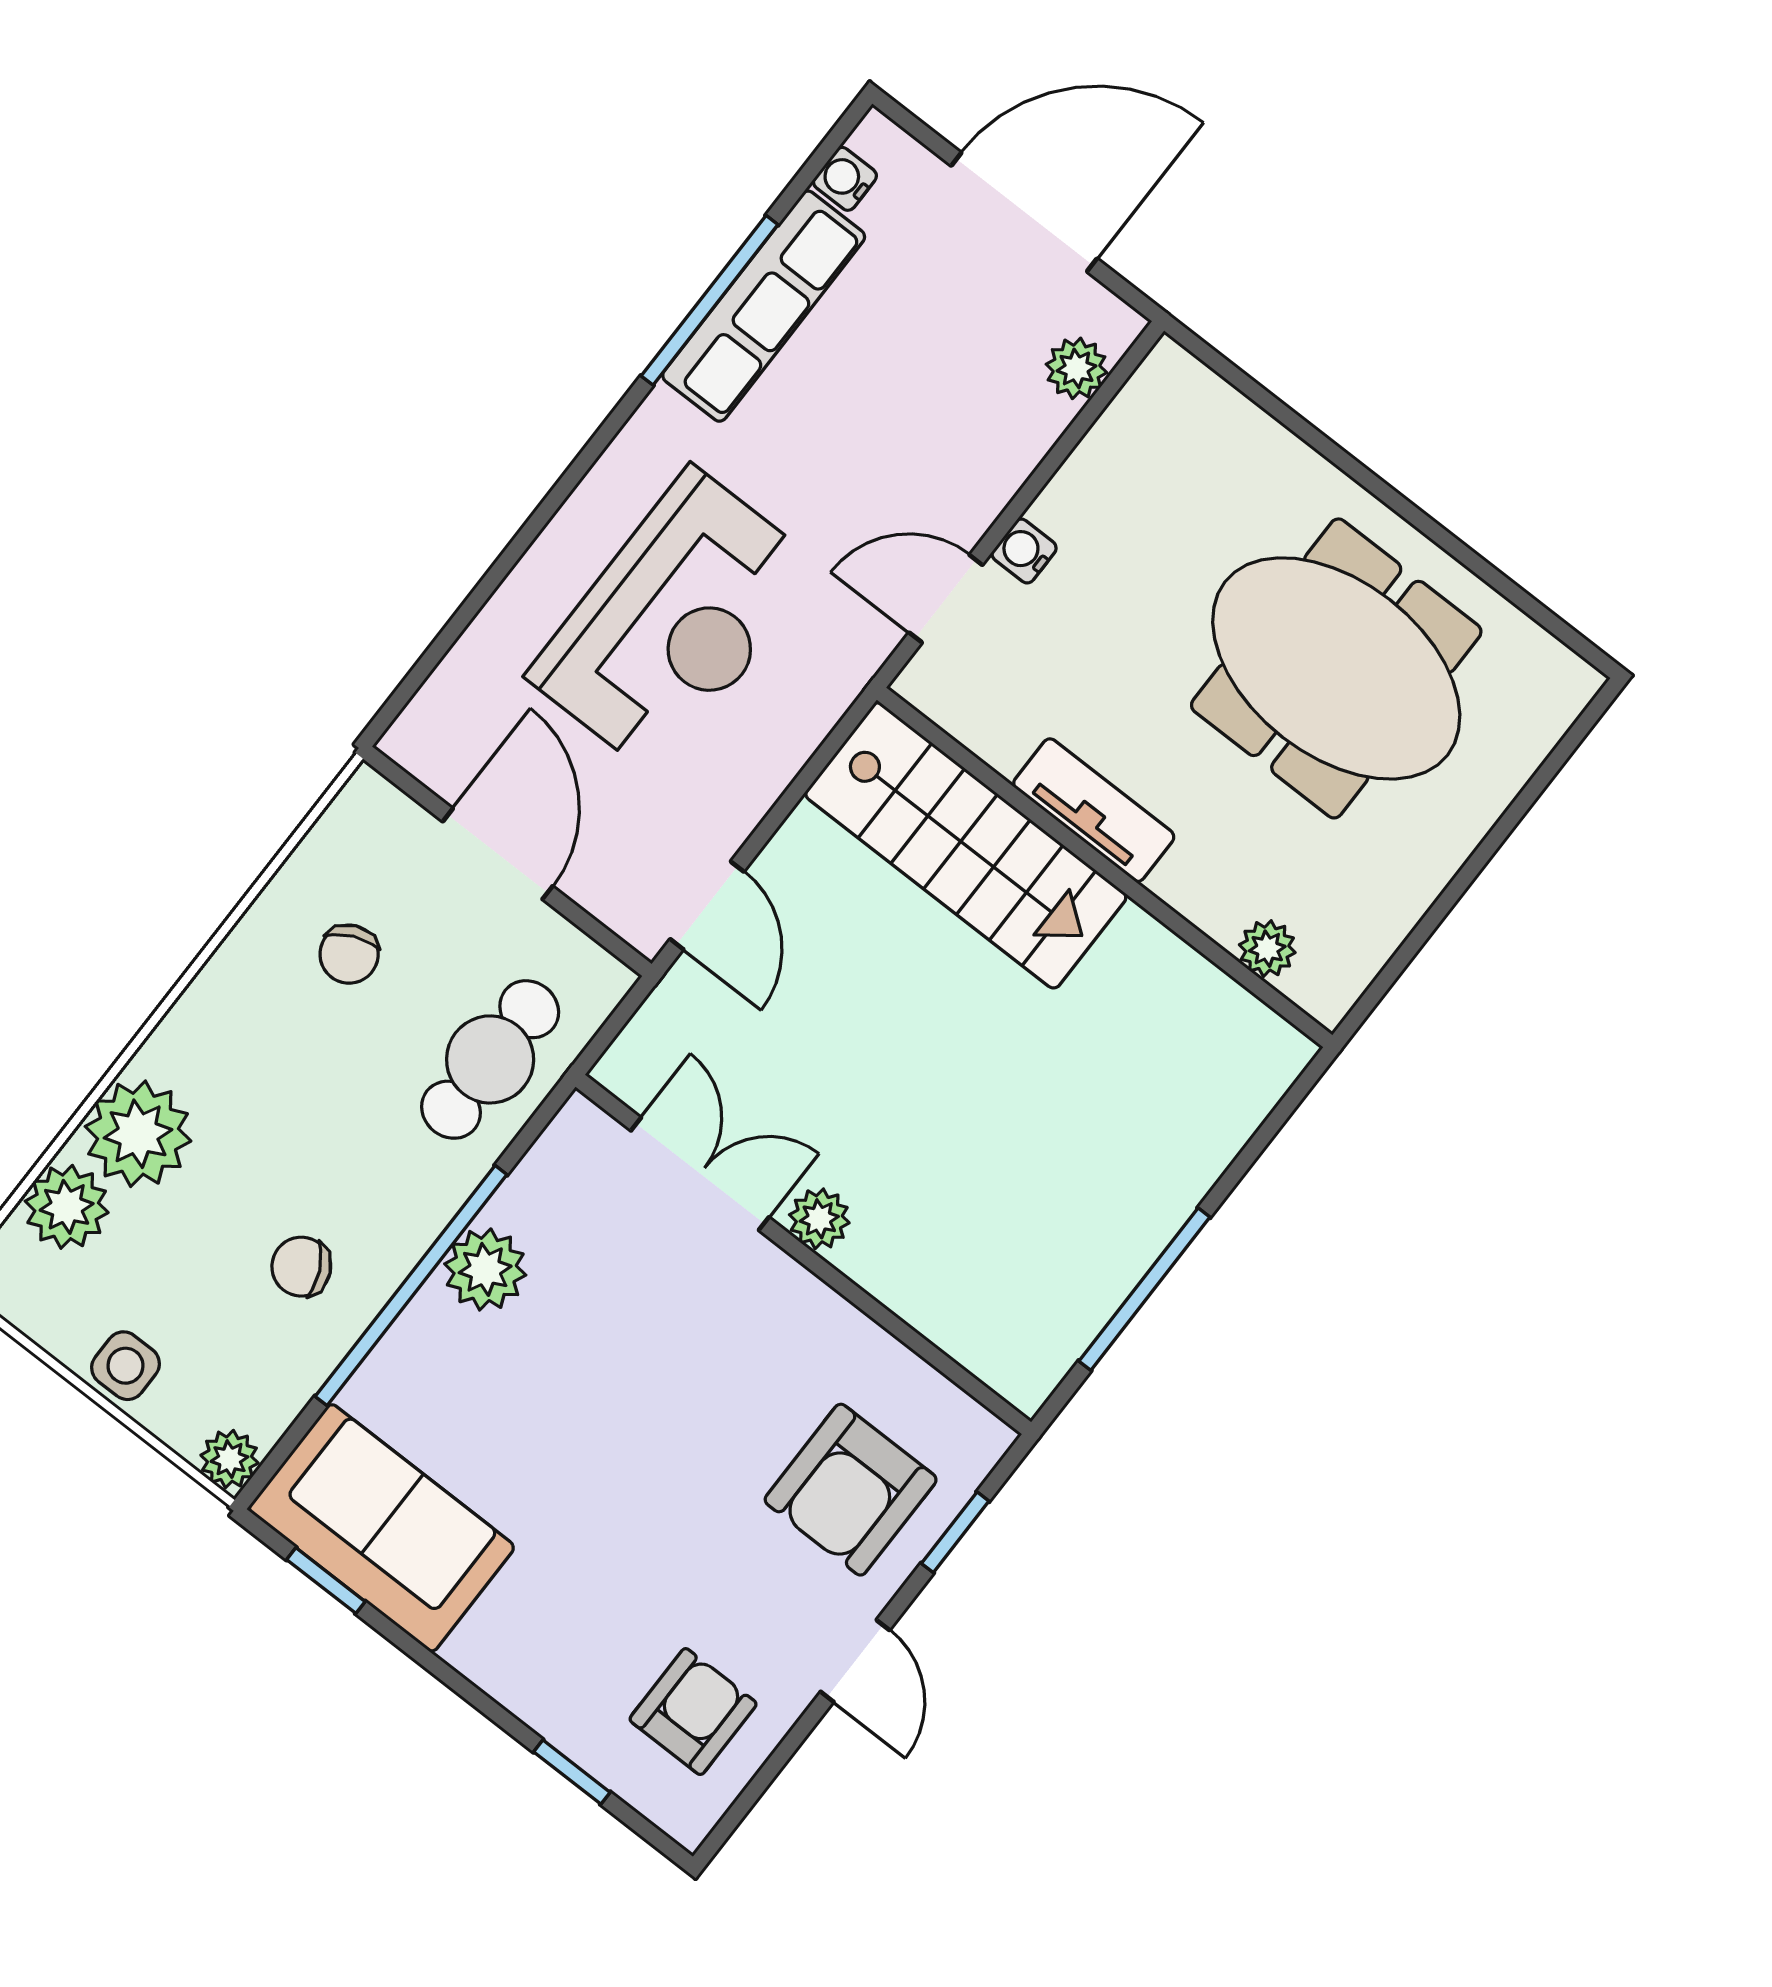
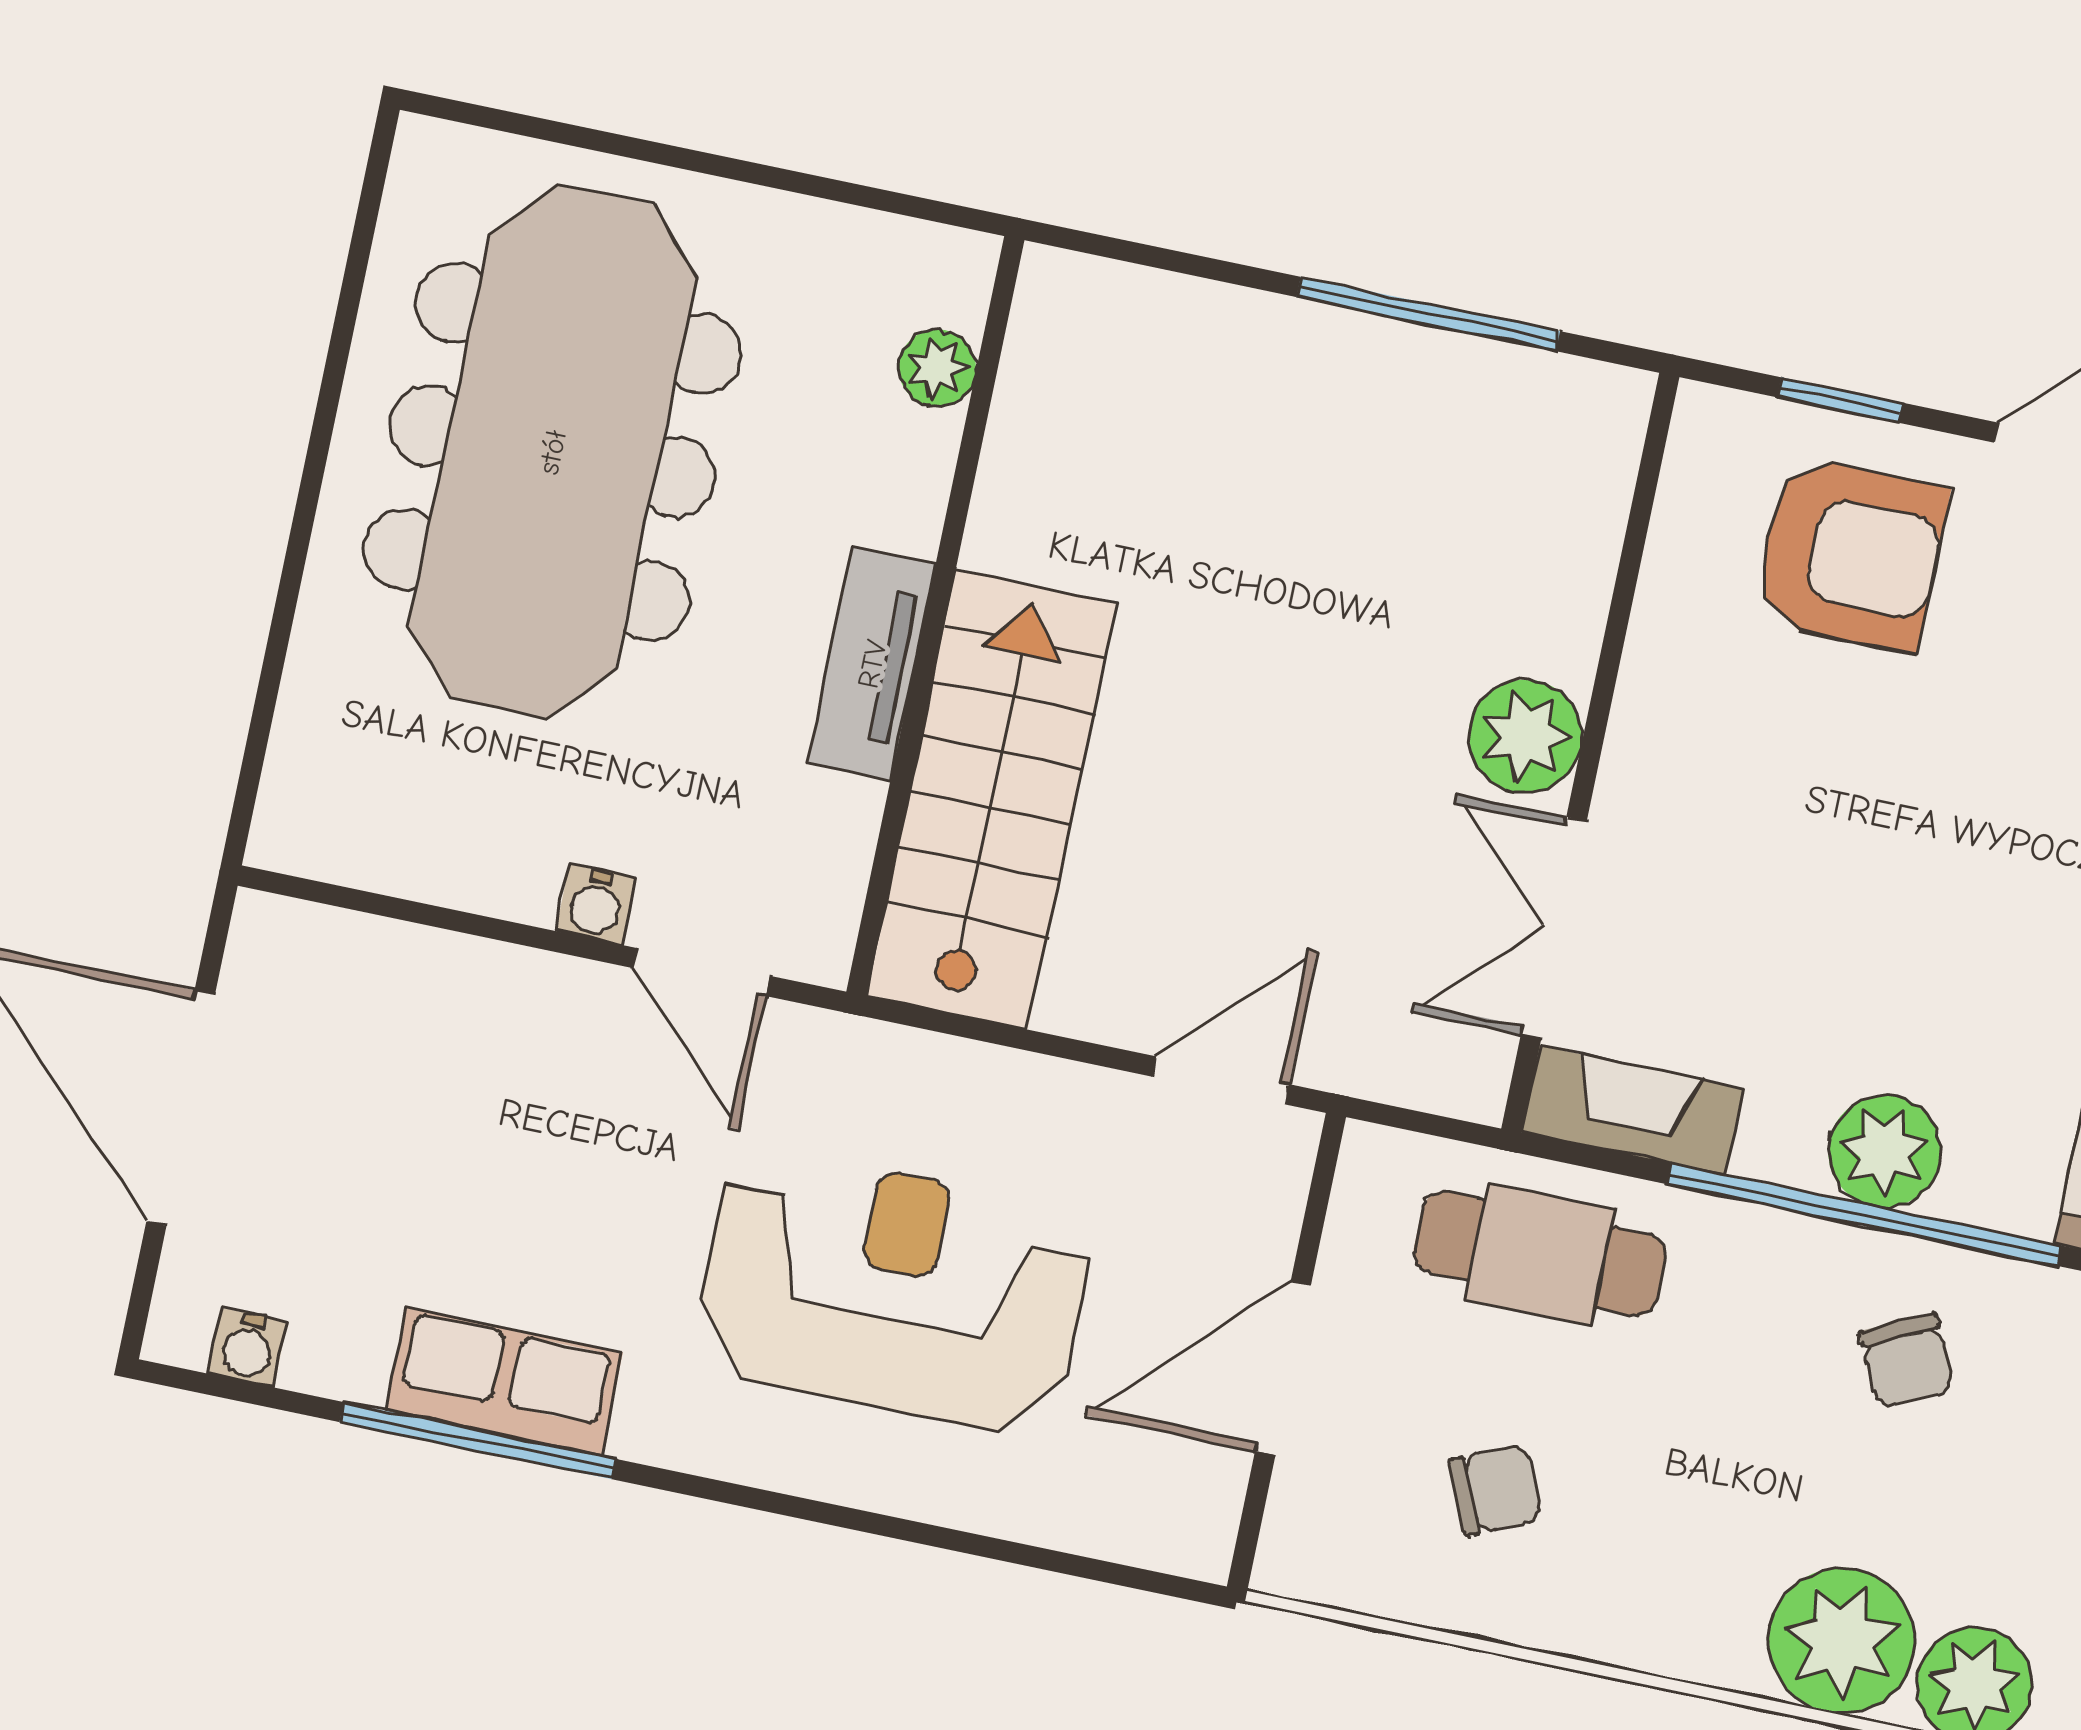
row of seats: (764, 306) -> (504, 1382), width x0.68
plant: (1077, 368) -> (341, 950), removed
meeting table: (1336, 668) -> (552, 452), width x1.36
fireplace: (554, 1167) -> (1633, 1111), added
plant: (819, 1219) -> (1525, 736), width x1.38, depth x1.38
plant: (485, 1269) -> (1884, 1151), moved

